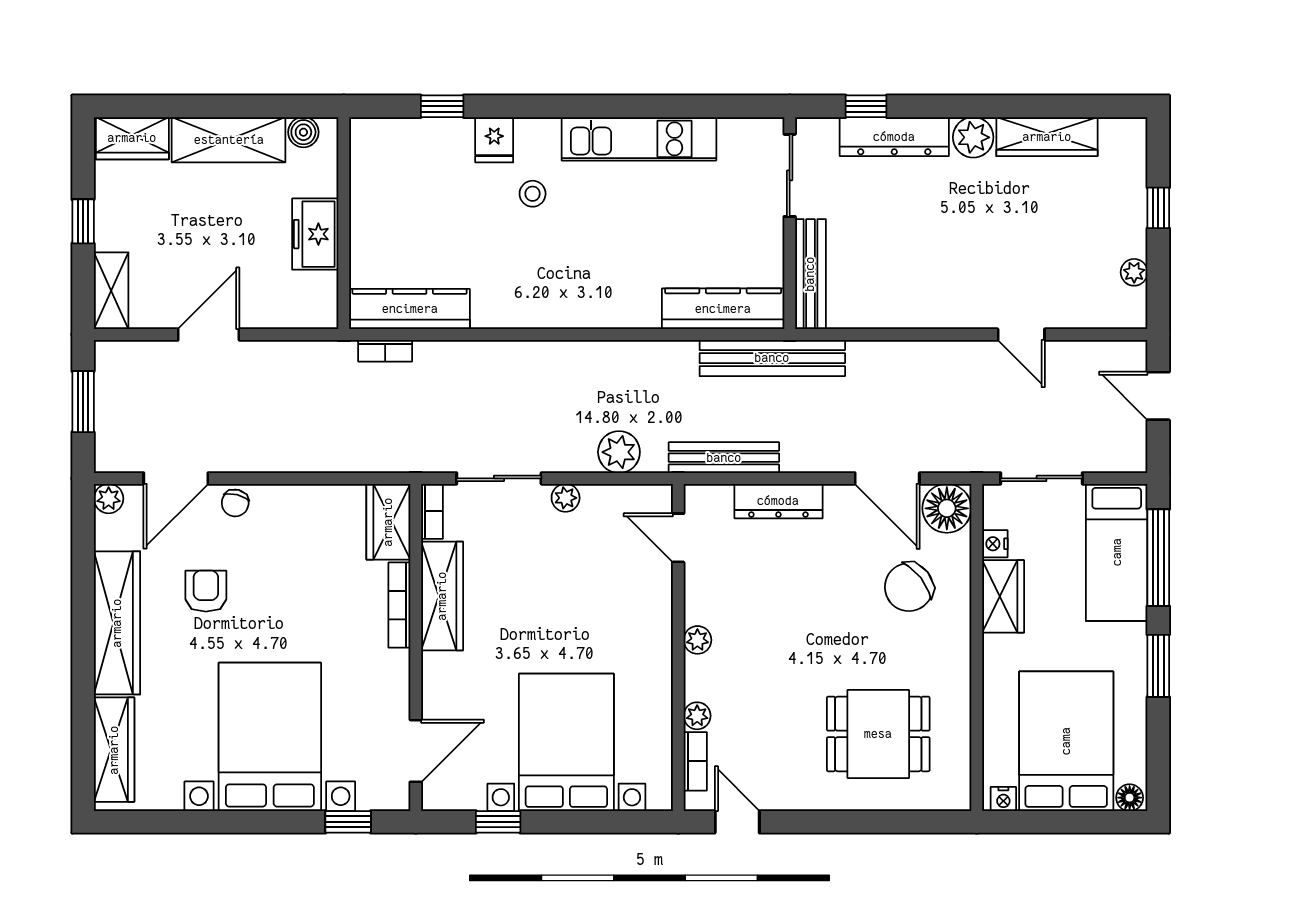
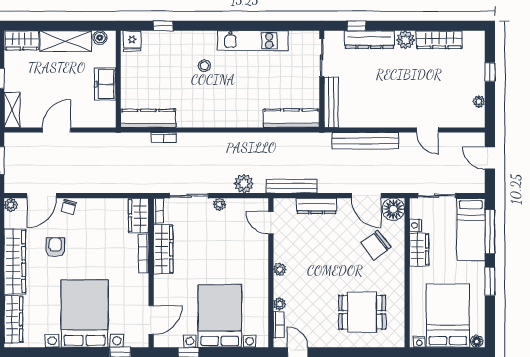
fridge: (494, 140) -> (132, 41), moved
bookcase: (385, 351) -> (164, 137), moved
bench: (772, 358) -> (365, 141), moved

